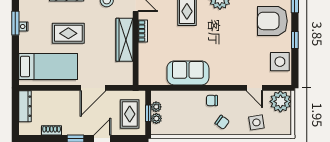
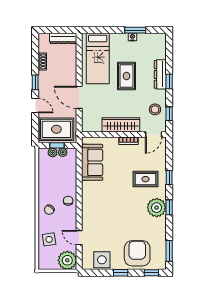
sofa: (188, 73) -> (92, 162), moved
door: (254, 88) -> (79, 238), hinge flipped
rug: (130, 114) -> (56, 129), width x1.36, depth x1.43

